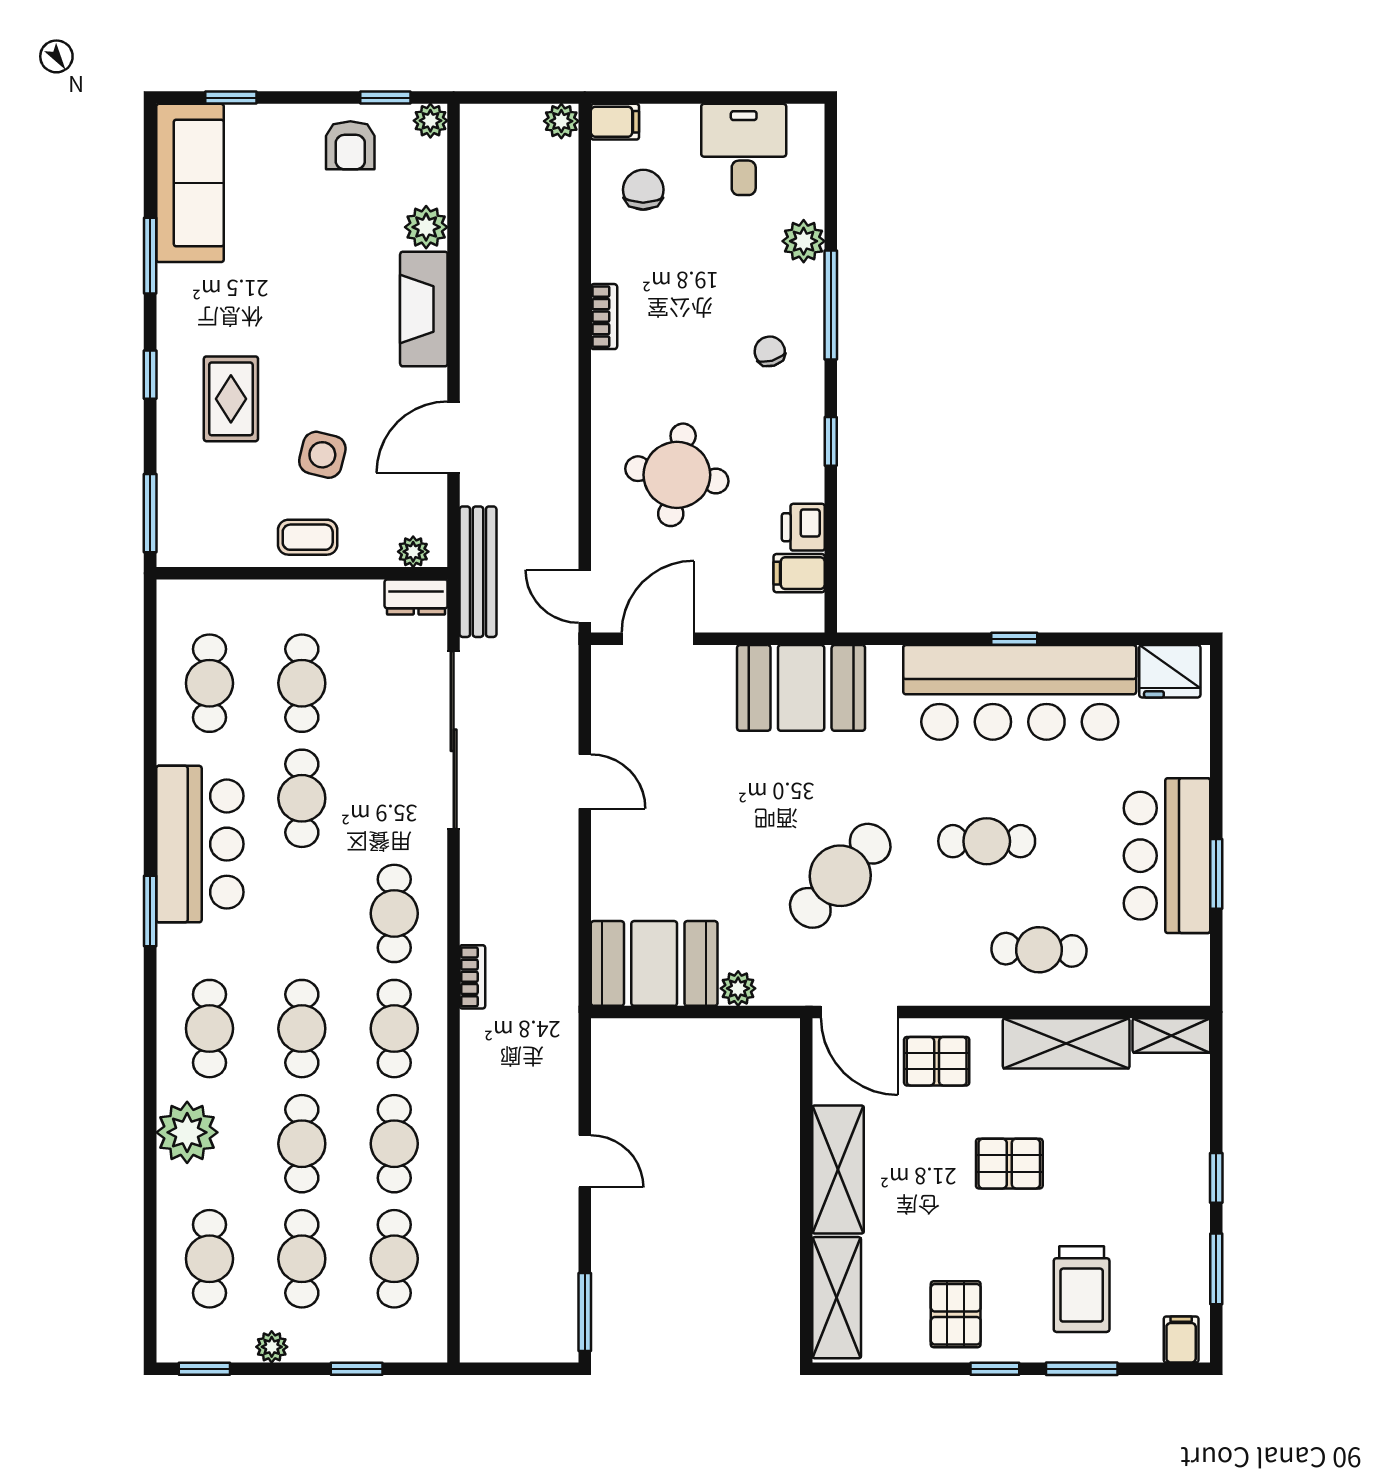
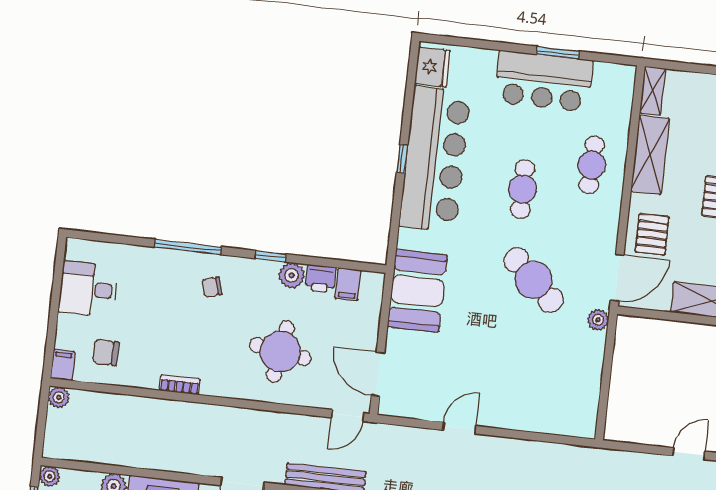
plant: (804, 241) -> (292, 275), moved
booth: (654, 963) -> (574, 398), removed
plant: (738, 988) -> (598, 320), moved

